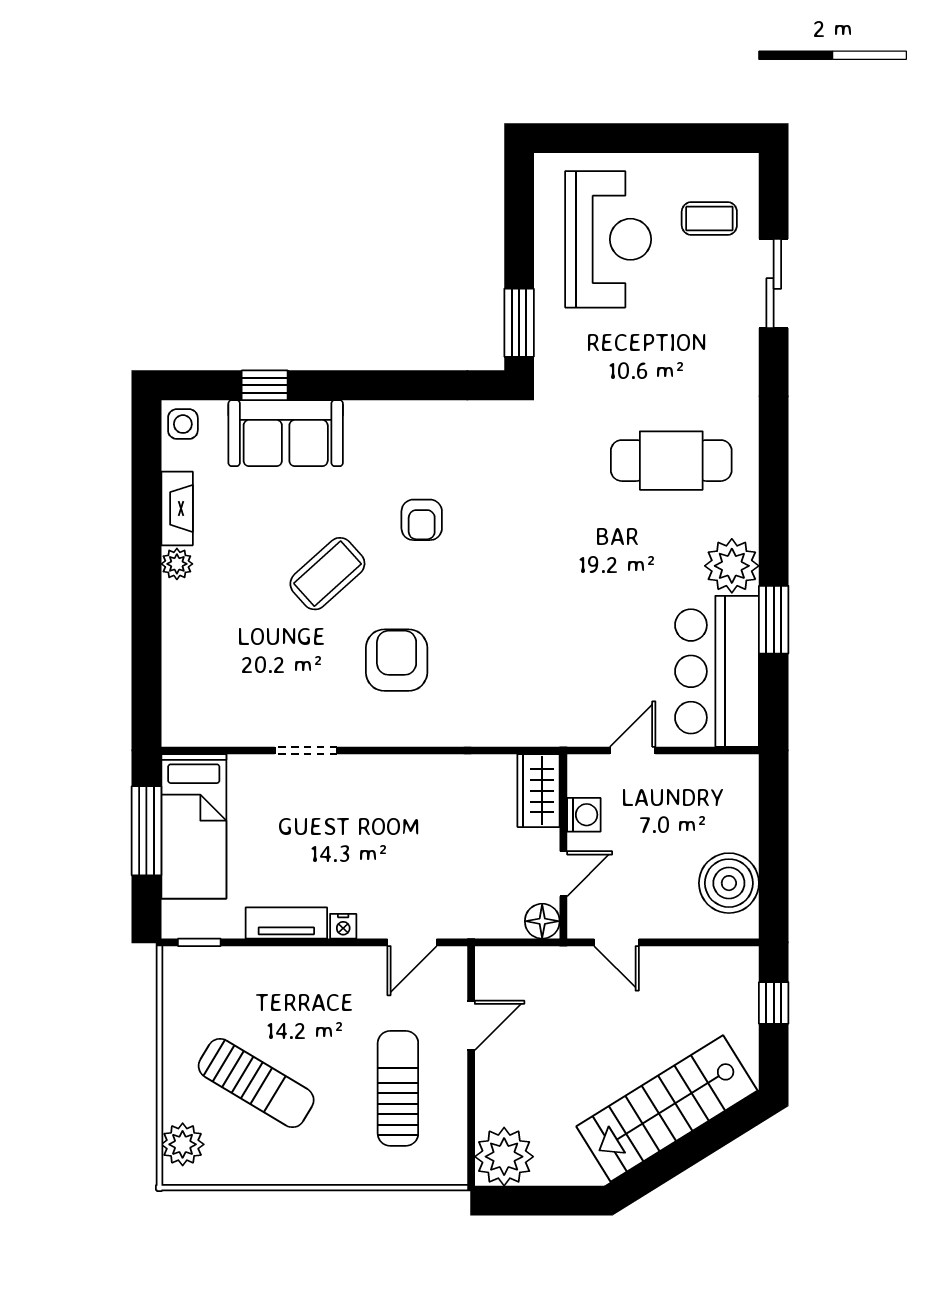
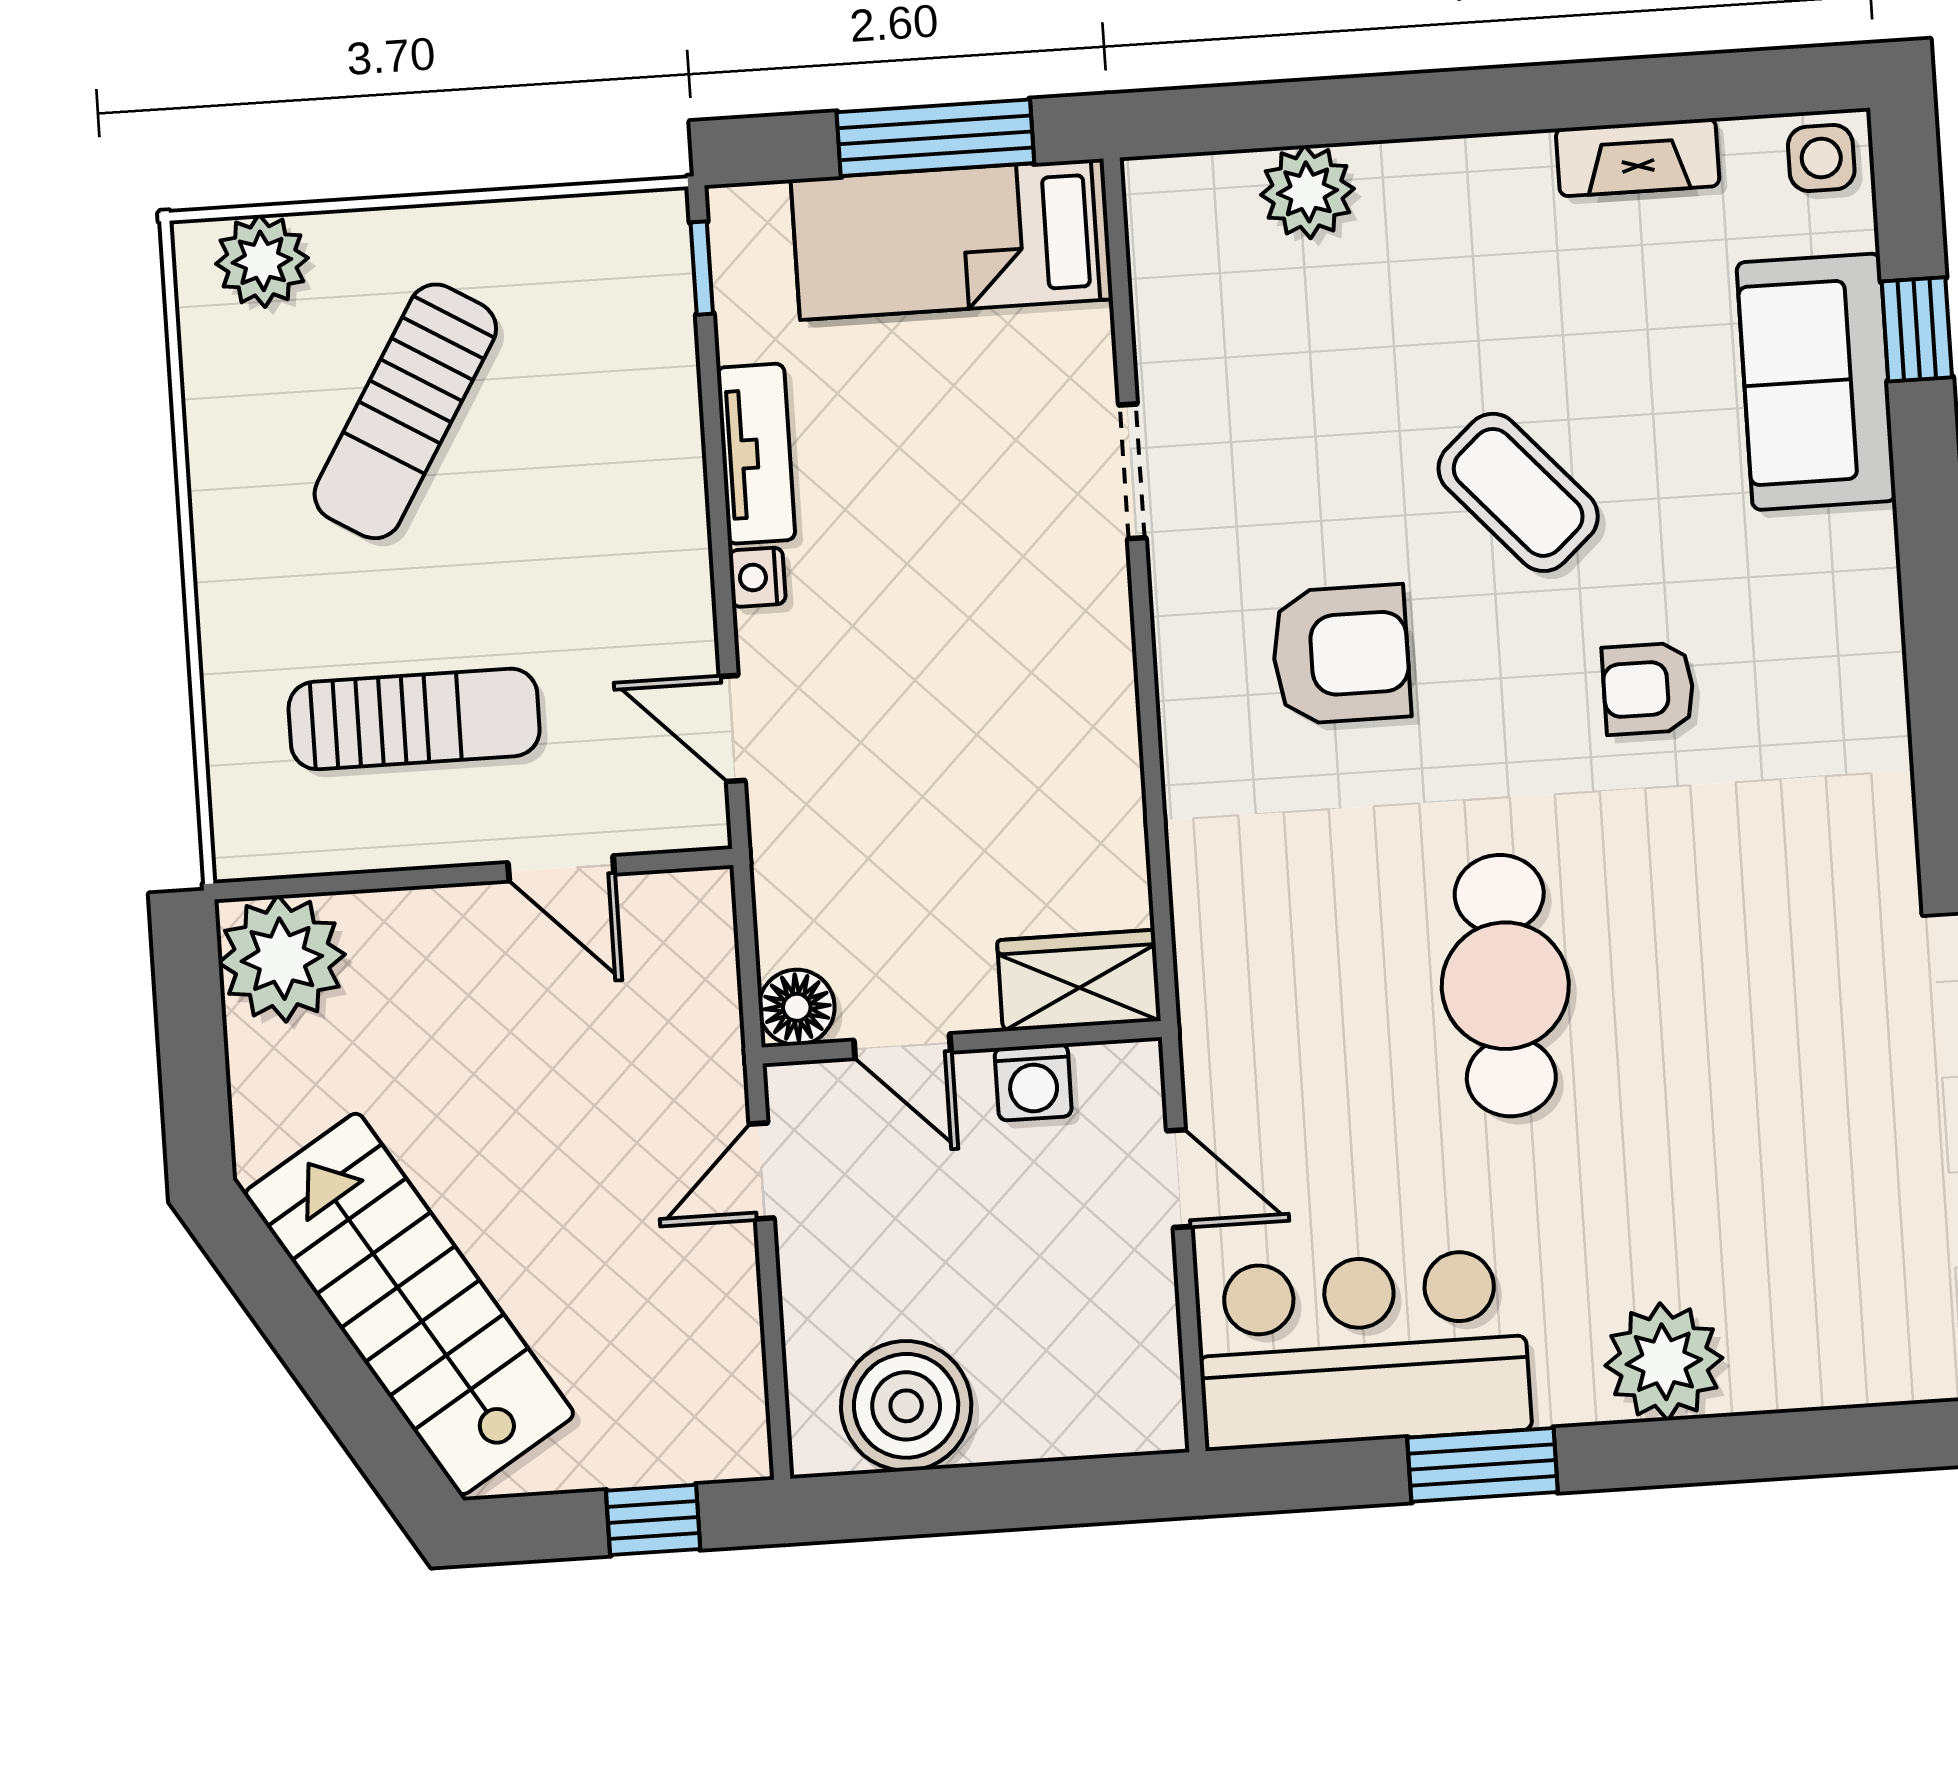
cafe table: (671, 461) -> (1505, 986), moved
plant: (177, 564) -> (1307, 192), moved, width x1.38, depth x1.38
plant: (732, 566) -> (1664, 1362), moved

